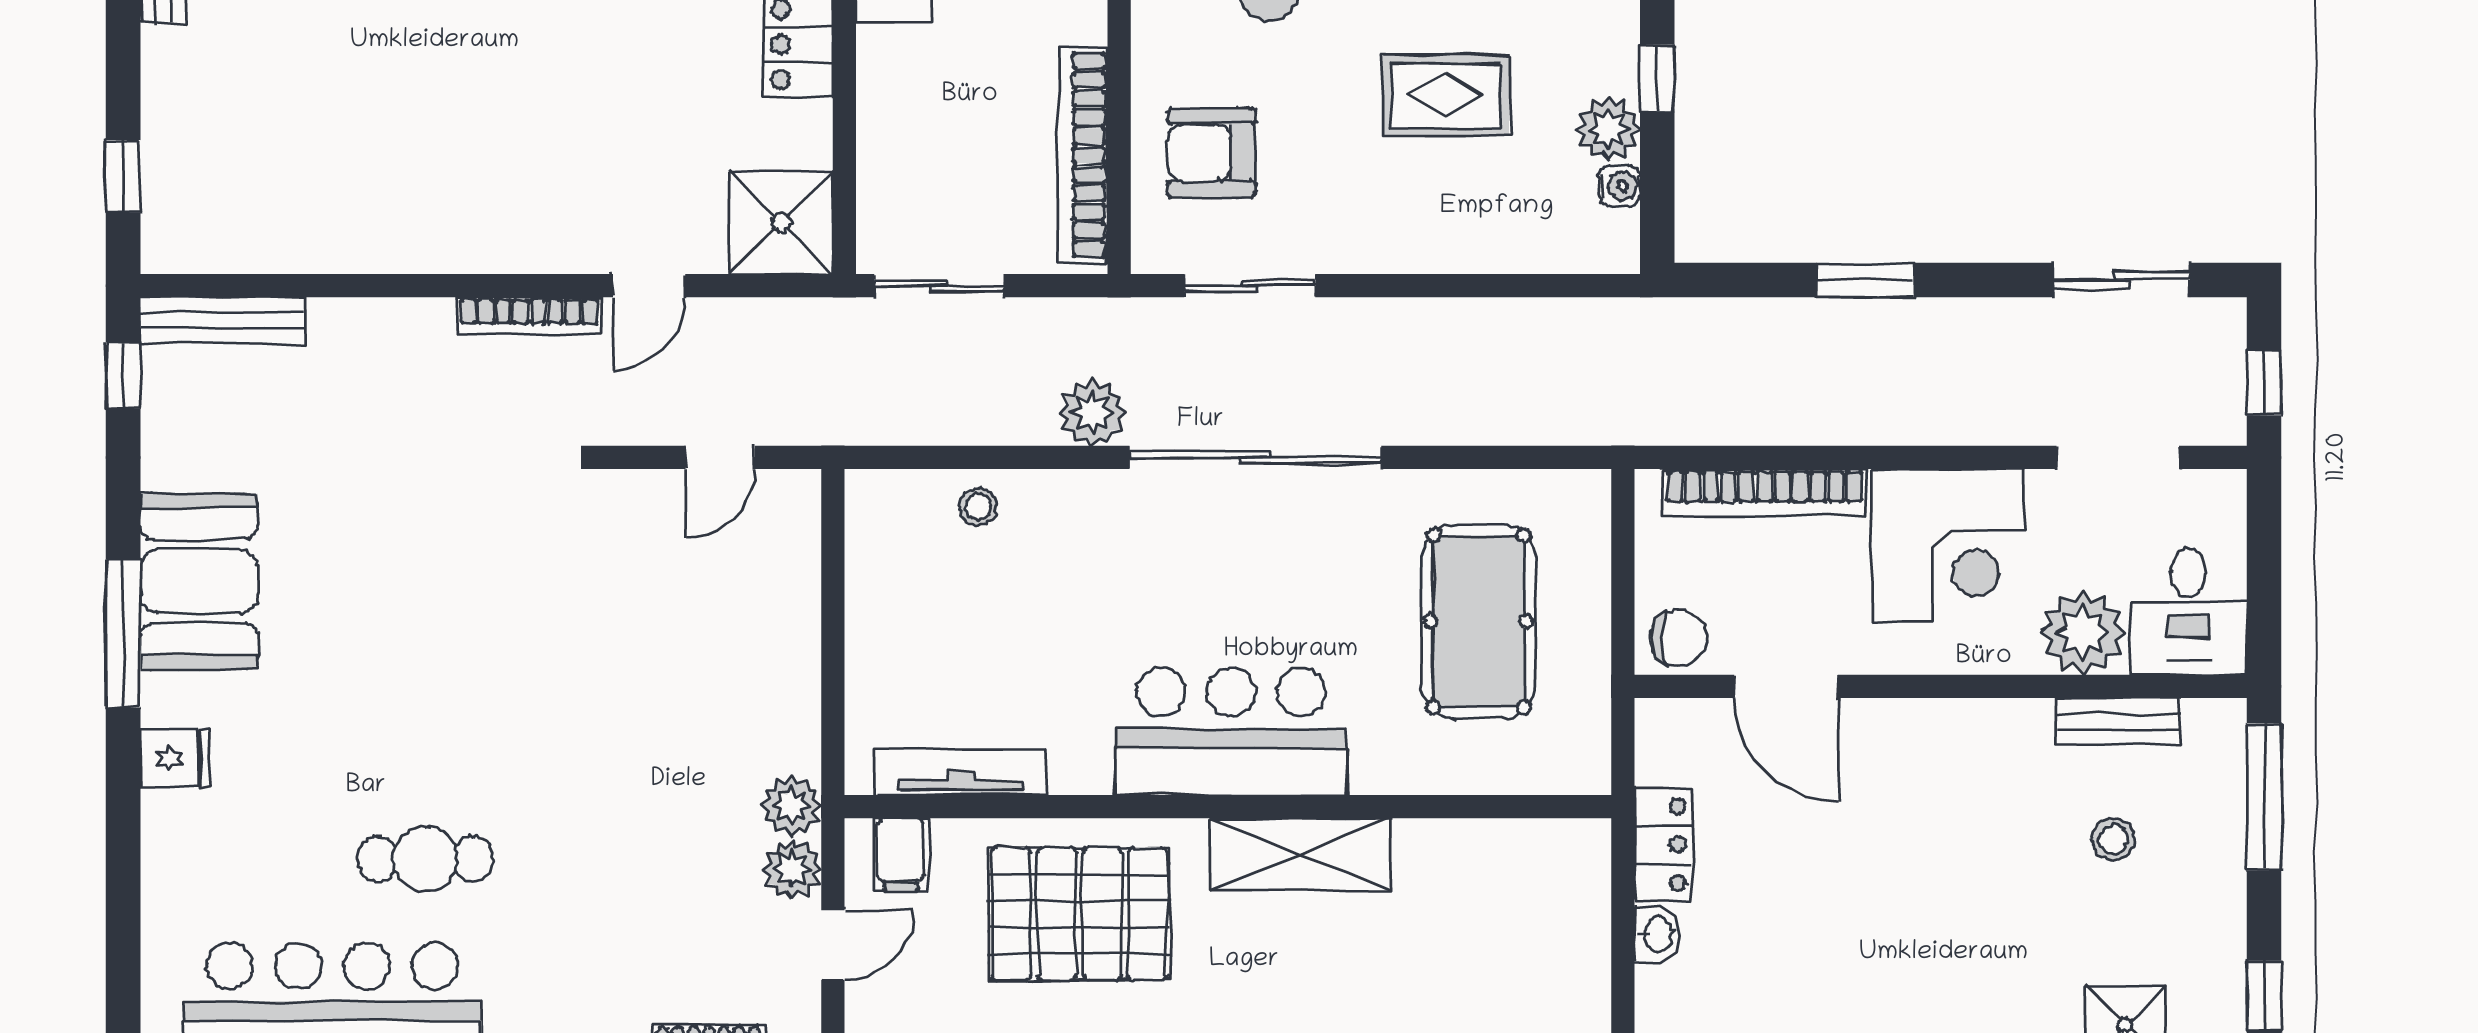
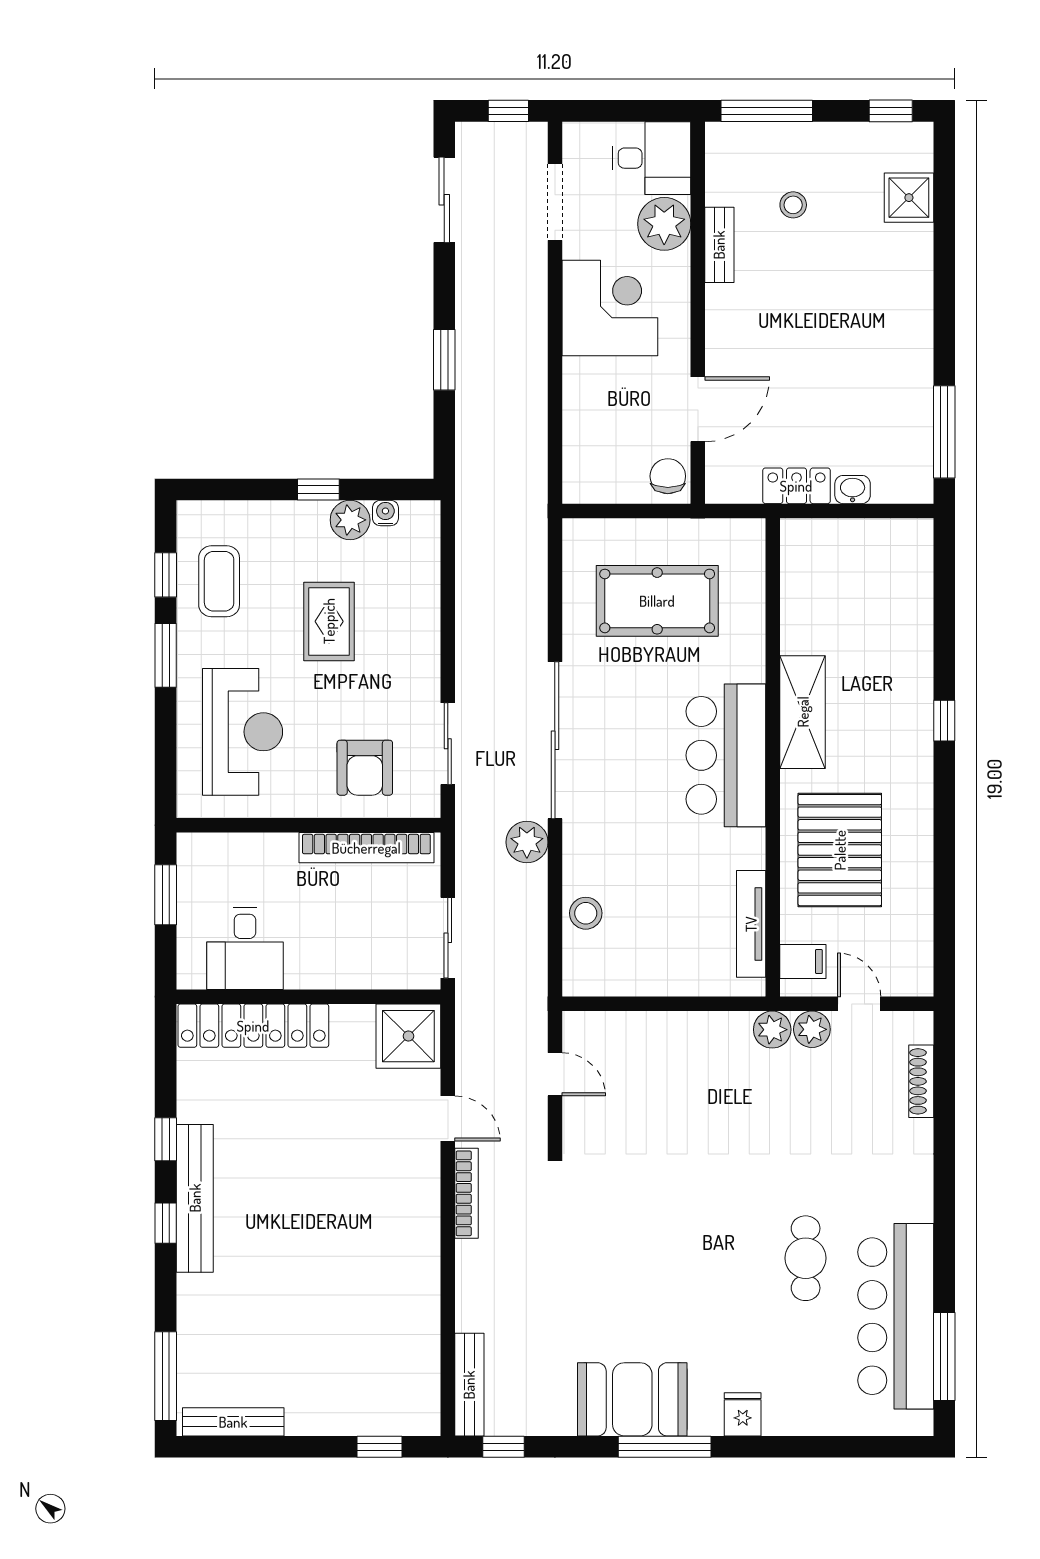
bookcase: (1764, 492) -> (577, 423), removed
stool: (978, 507) -> (586, 913), width x1.37, depth x1.37
bench: (2118, 721) -> (719, 245), moved

